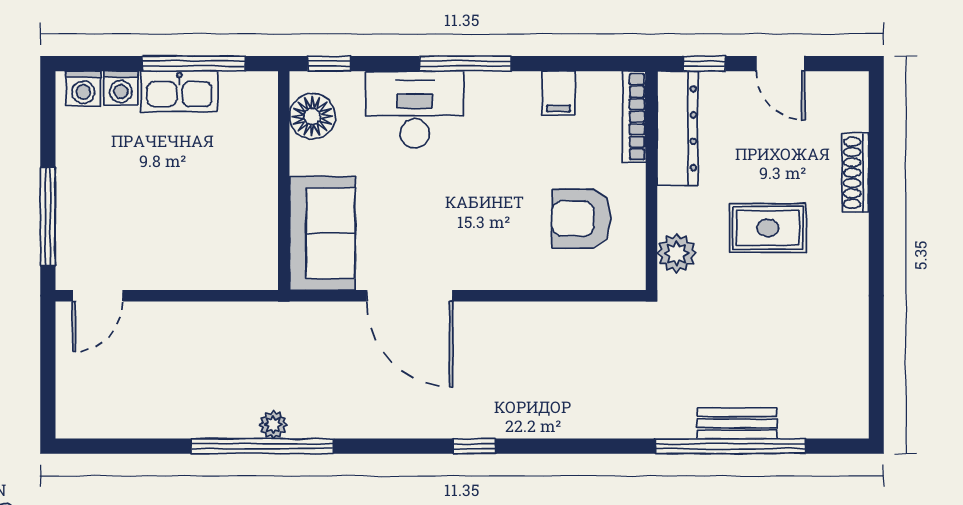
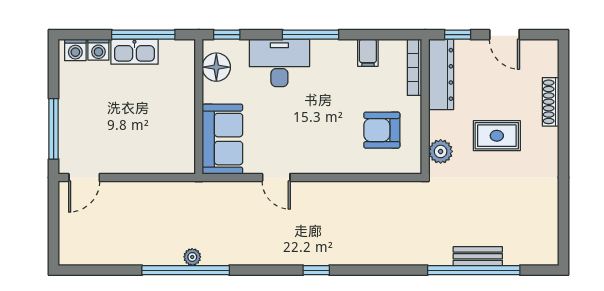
door: (410, 296) -> (276, 178), width x0.53

